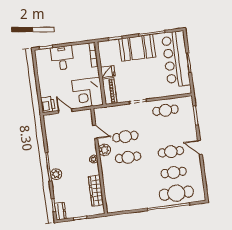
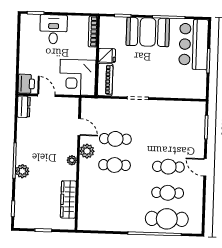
bar counter: (176, 59) -> (194, 44), width x0.73
cafe table: (165, 110) -> (170, 115), removed
dresser: (60, 211) -> (24, 107), moved

